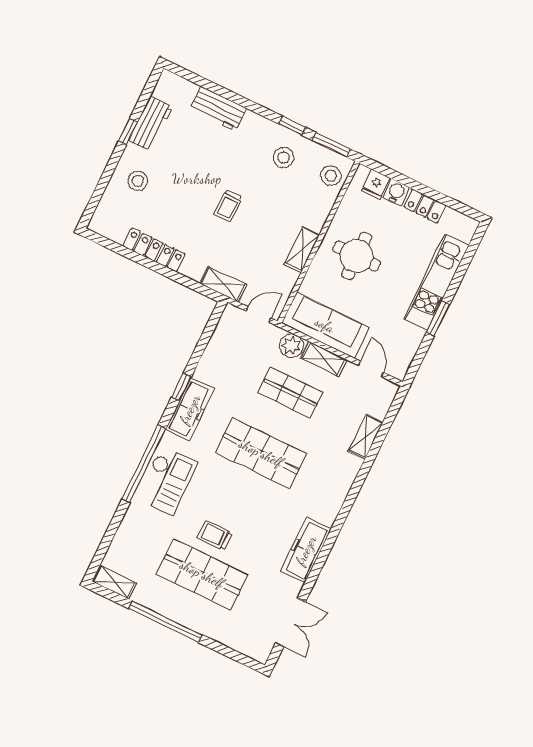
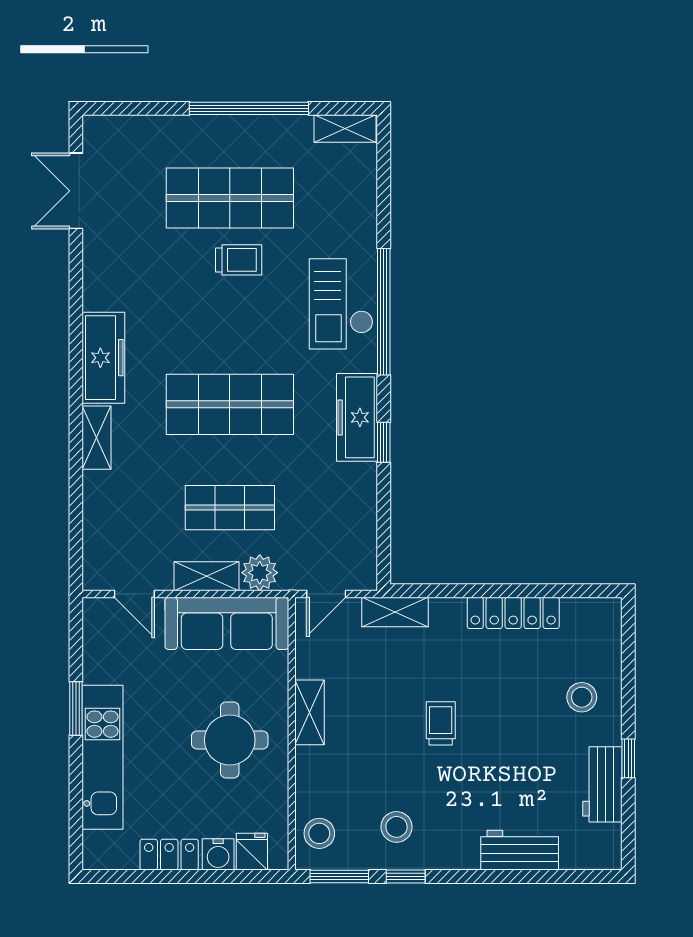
shelving: (366, 437) -> (97, 438), moved
freezer: (306, 550) -> (103, 358), moved

